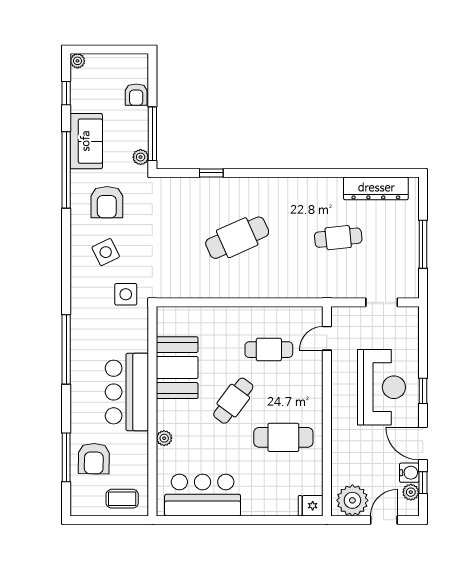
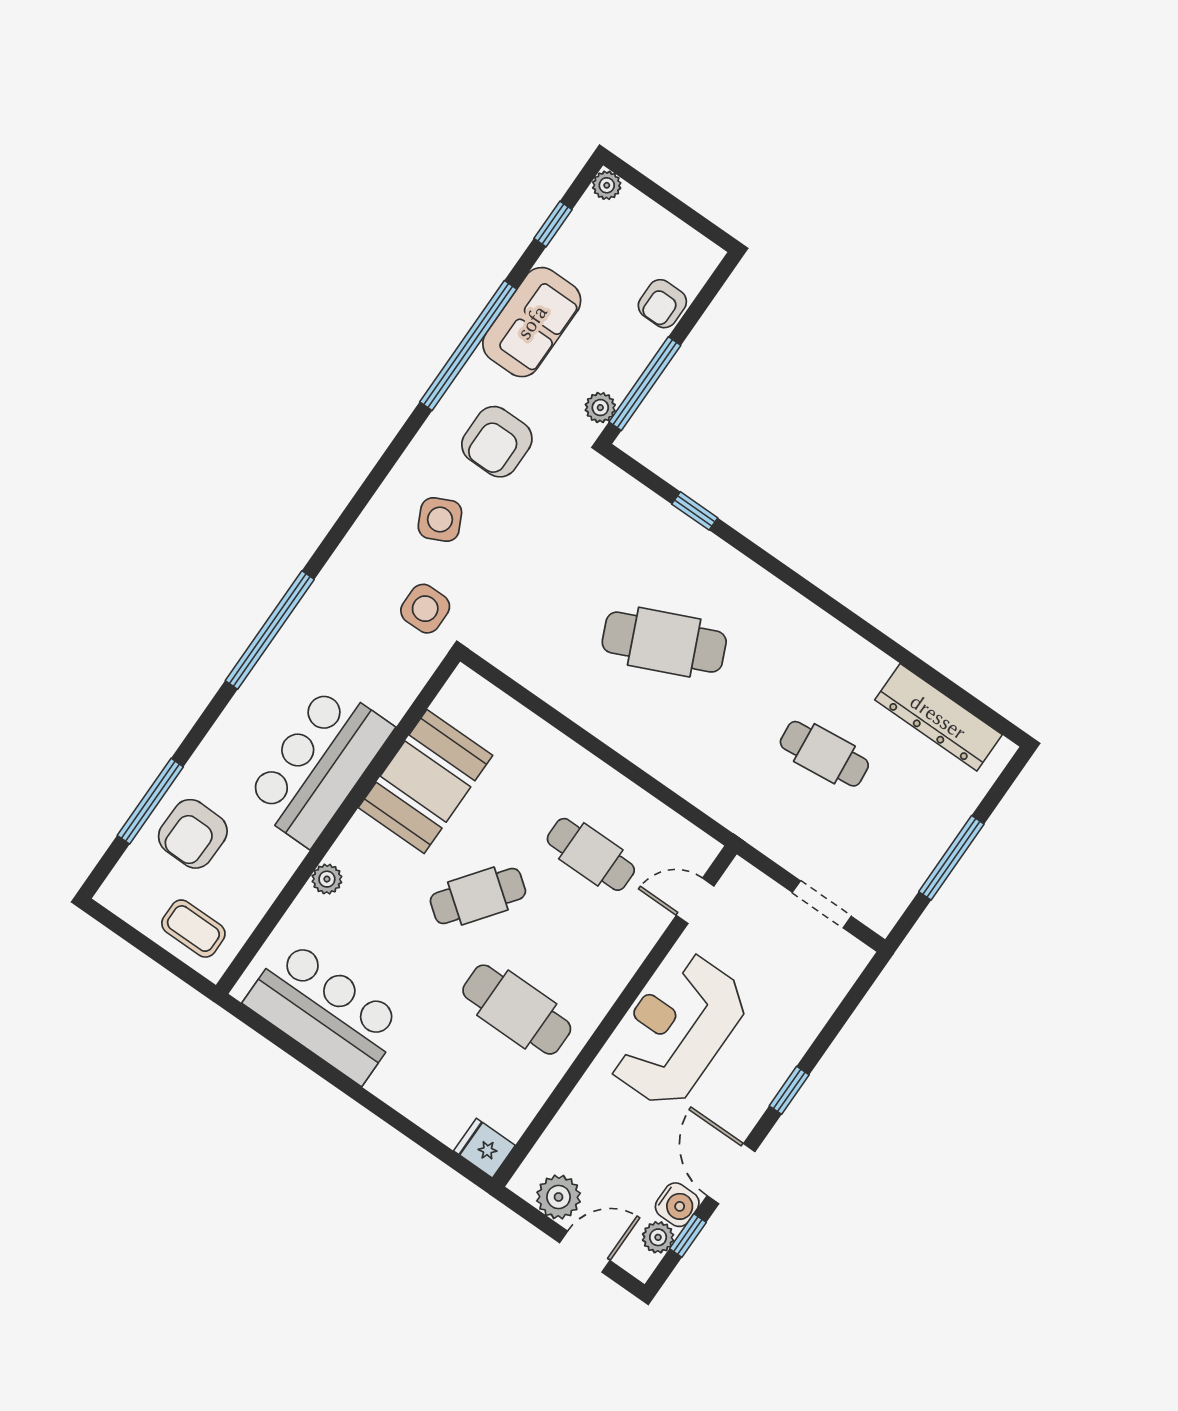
reception desk: (382, 387) -> (677, 1030), moved, turned 180
plant: (352, 500) -> (559, 1197), width x0.73, depth x0.73

